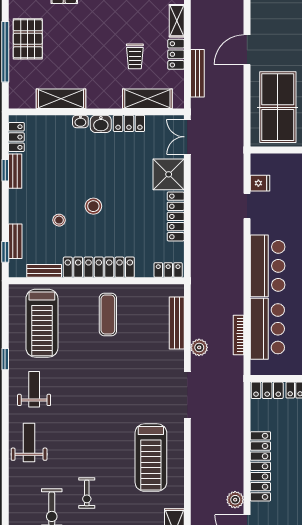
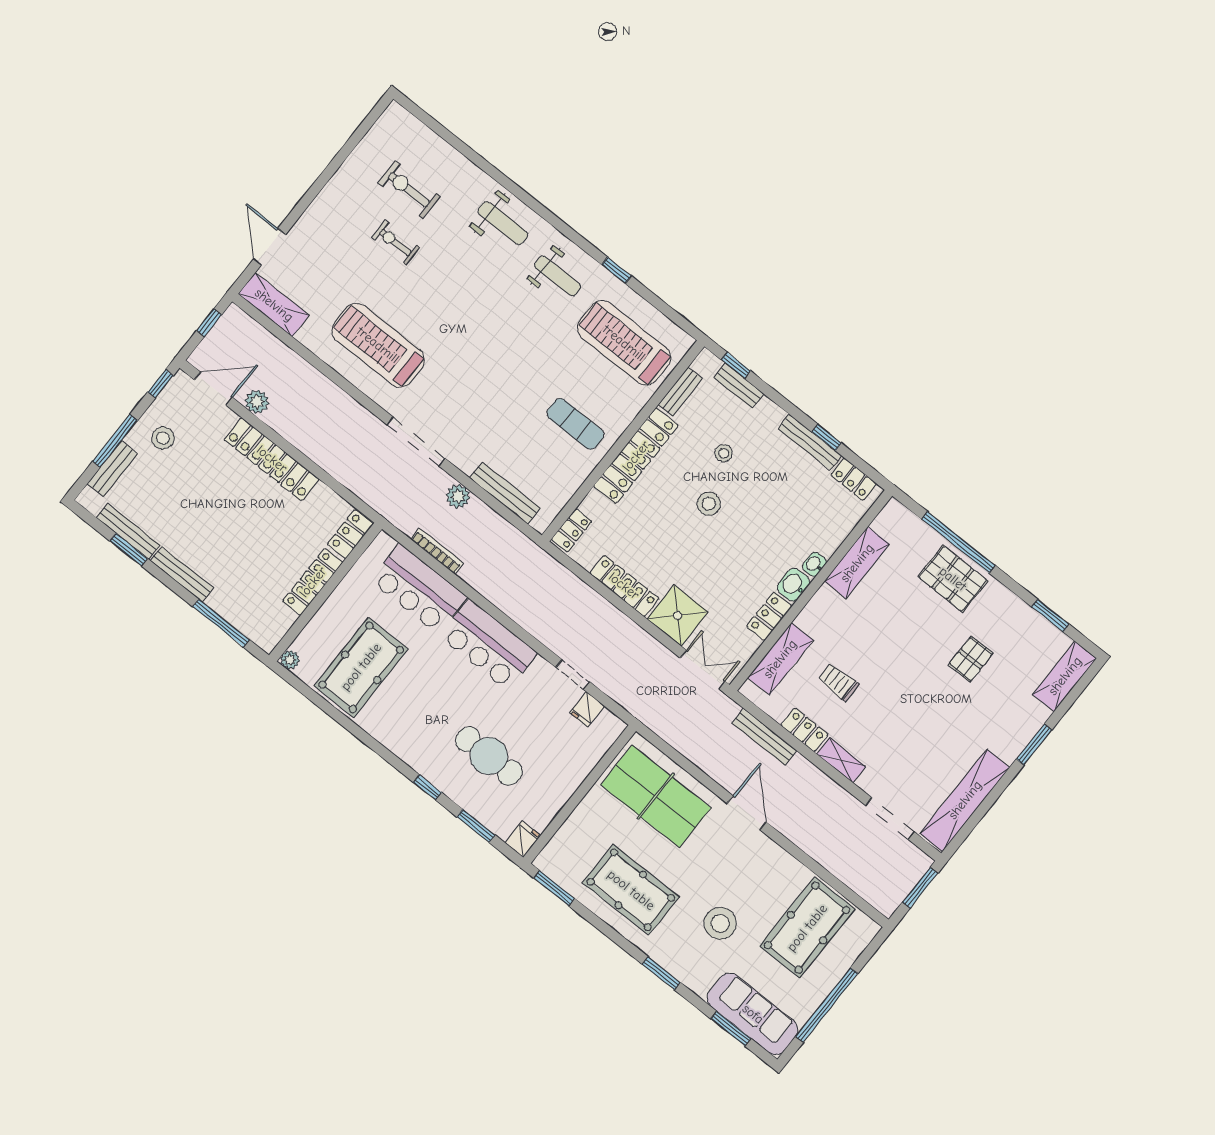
bench: (15, 171) -> (810, 442), width x1.36

